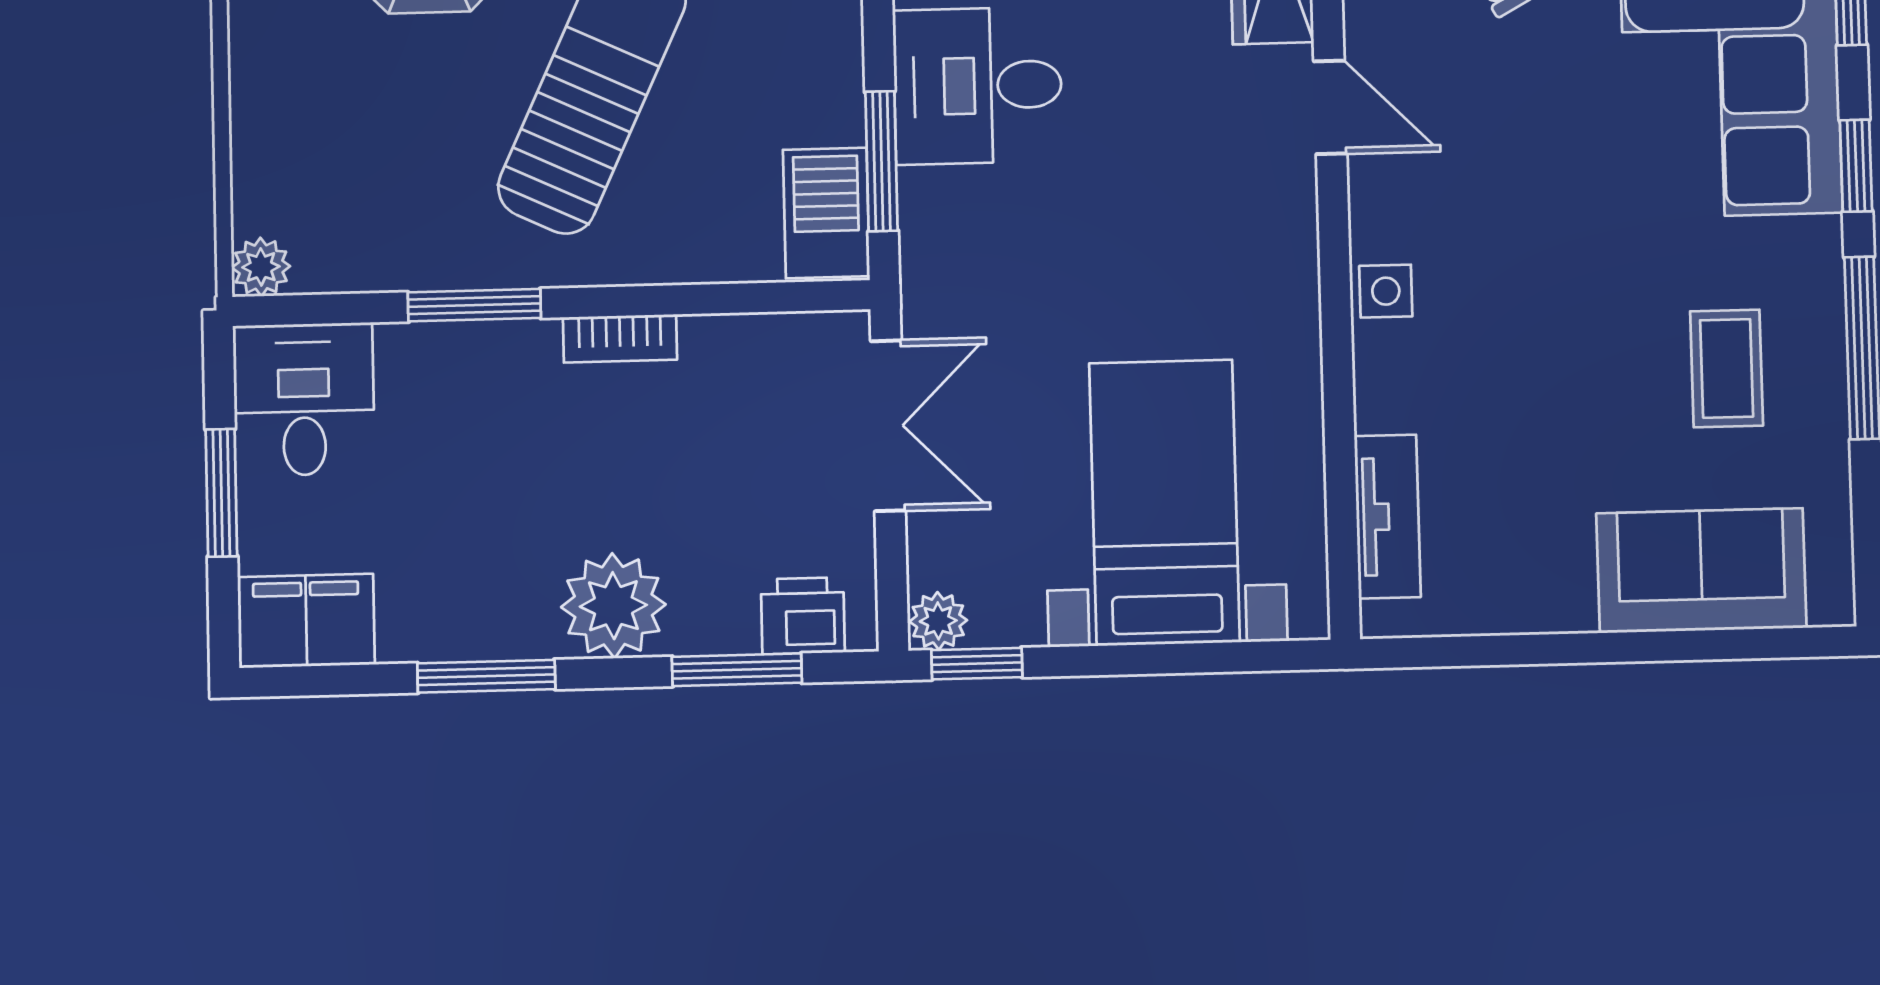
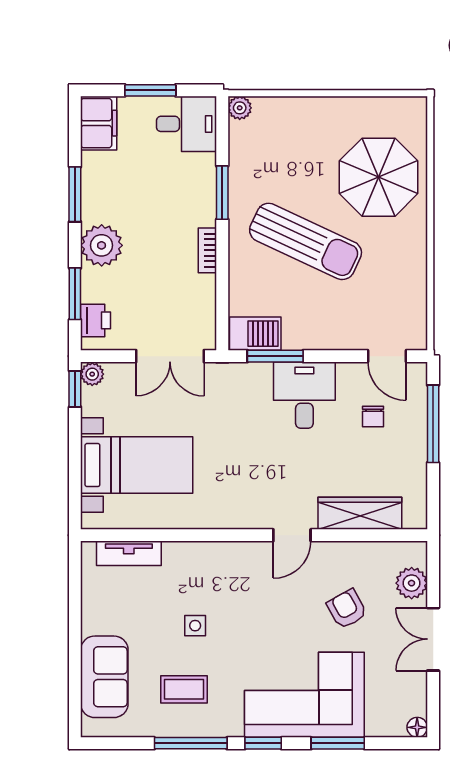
side table: (1386, 291) -> (195, 626), moved

